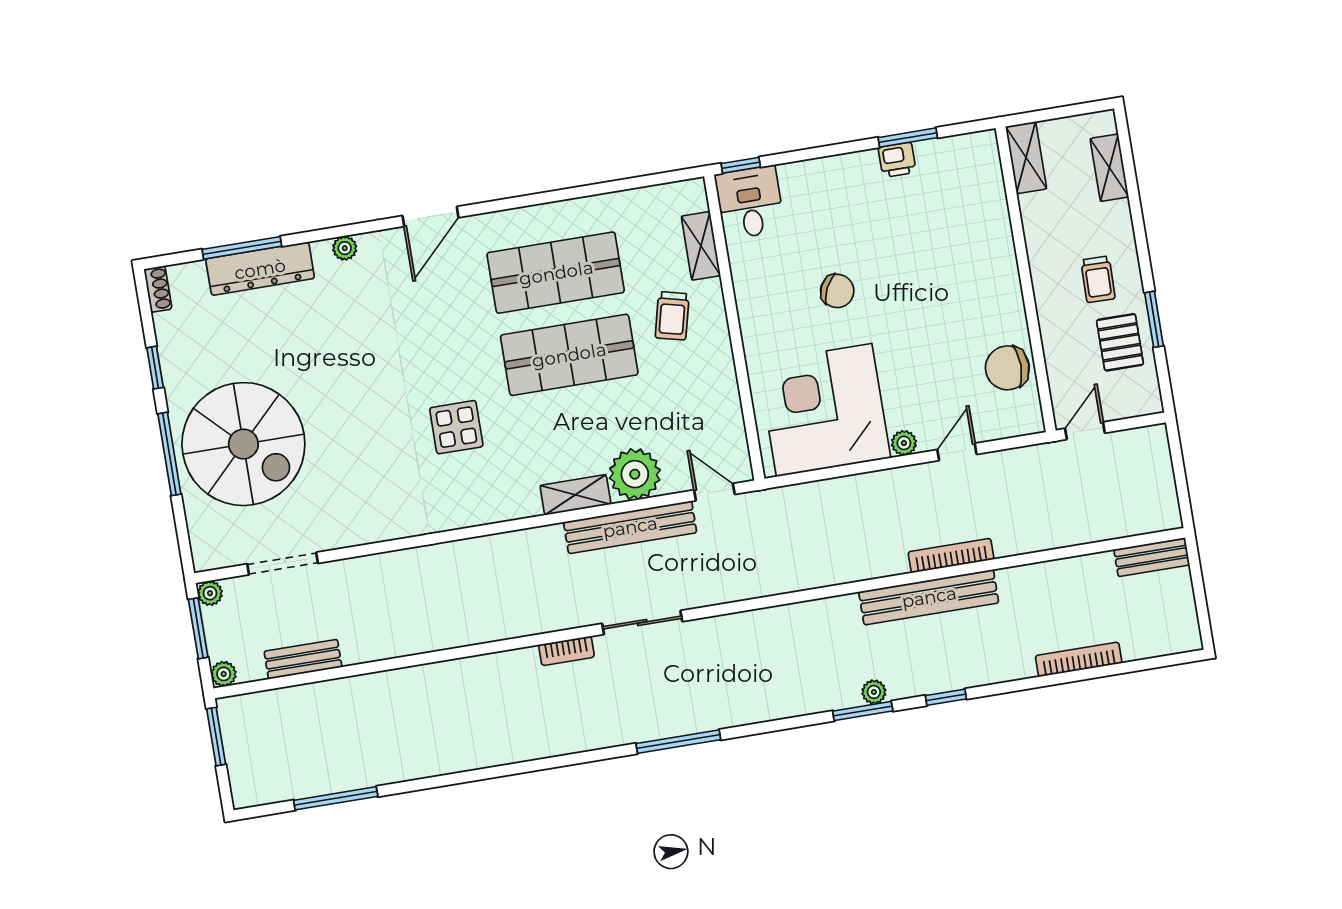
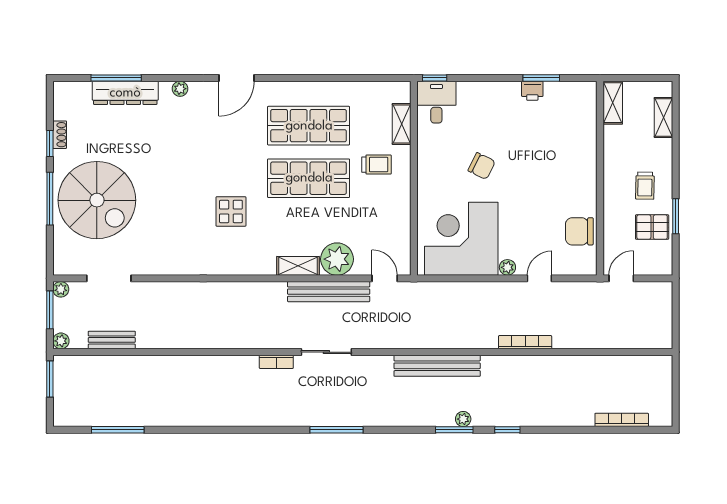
shoe rack: (158, 289) -> (60, 135), moved
trolley: (672, 316) -> (377, 165), turned -104
pallet: (1120, 342) -> (652, 227), turned 90
bench: (1152, 557) -> (650, 364), removed
bench: (929, 597) -> (437, 366), moved
bookcase: (1079, 659) -> (622, 420), moved

